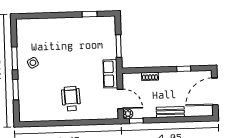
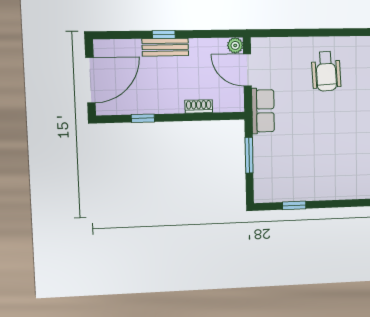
window: (136, 121) -> (164, 34), moved

